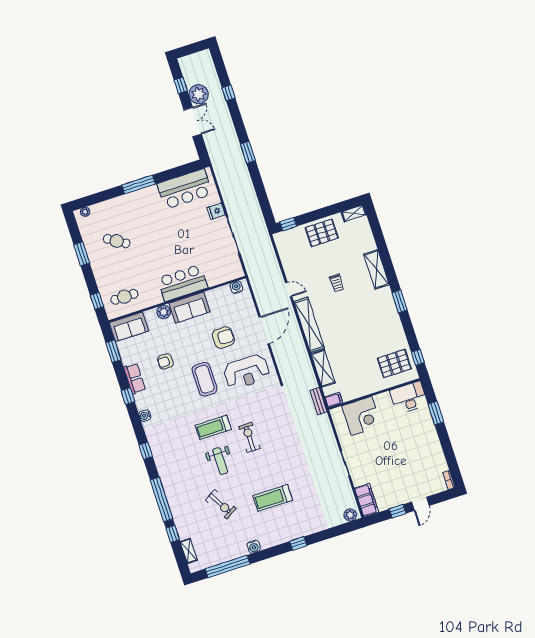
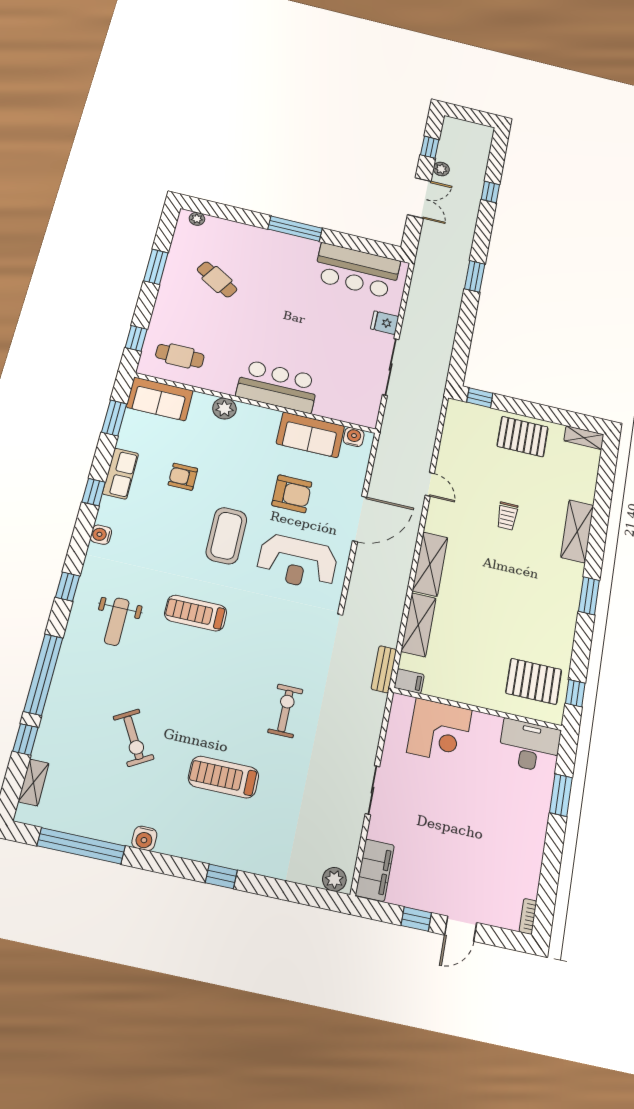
plant: (199, 94) -> (441, 169), width x0.53, depth x0.53
sofa: (190, 308) -> (310, 435), moved
shelving: (309, 325) -> (430, 564), width x0.68
exercise bike: (249, 437) -> (285, 711), moved
weight bench: (220, 461) -> (117, 622), moved

